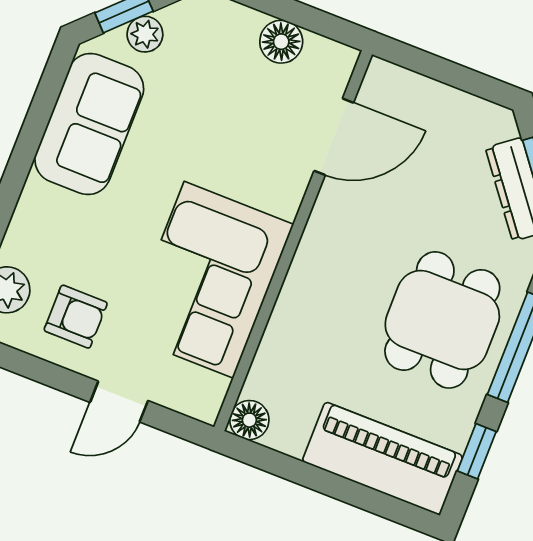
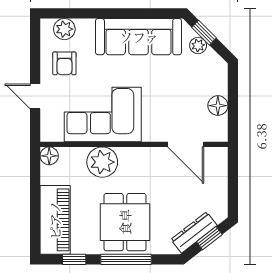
sofa: (89, 124) -> (139, 37), width x1.36
plant: (304, 318) -> (102, 162), added
dining table: (442, 320) -> (125, 222), turned 90

